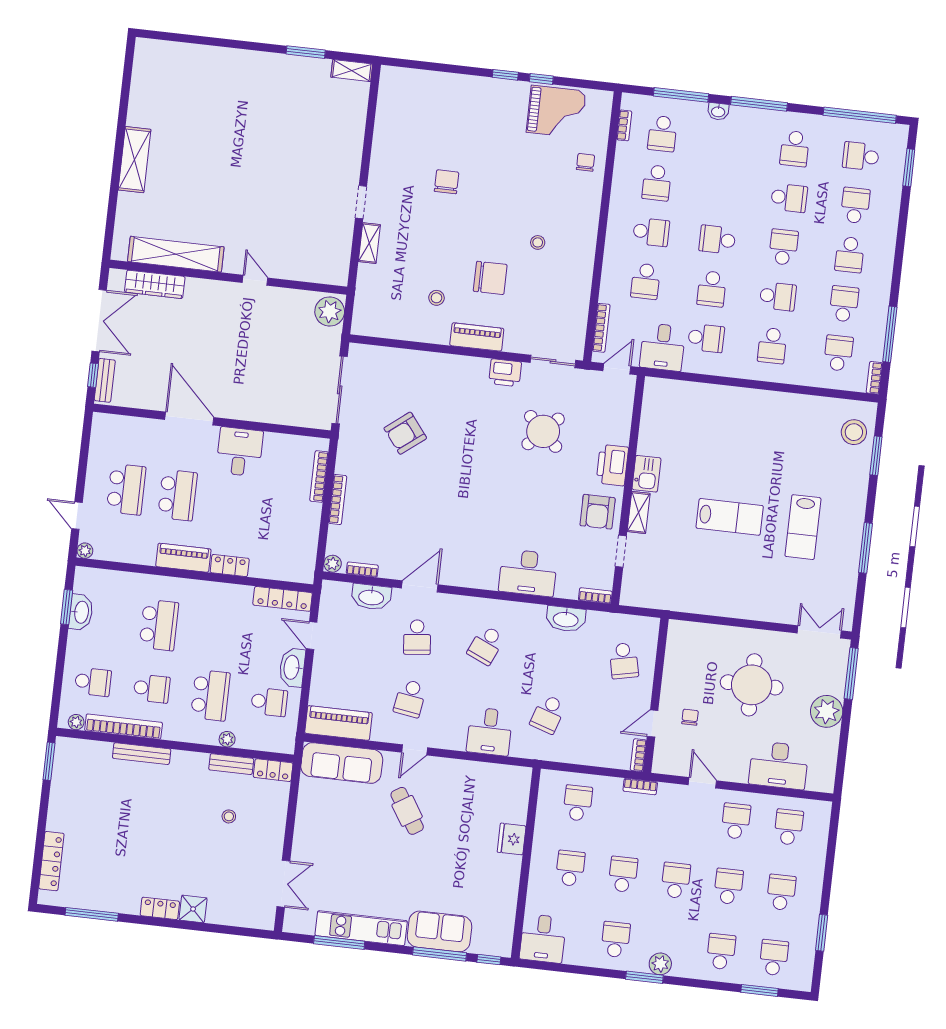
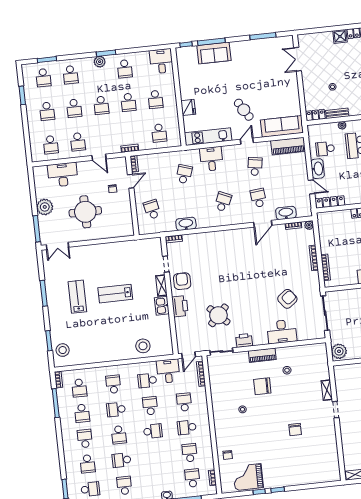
stool: (700, 406) -> (143, 346), added
desk: (528, 573) -> (282, 332), moved, turned 180
kitchen unit: (361, 928) -> (208, 137), moved, turned 180

